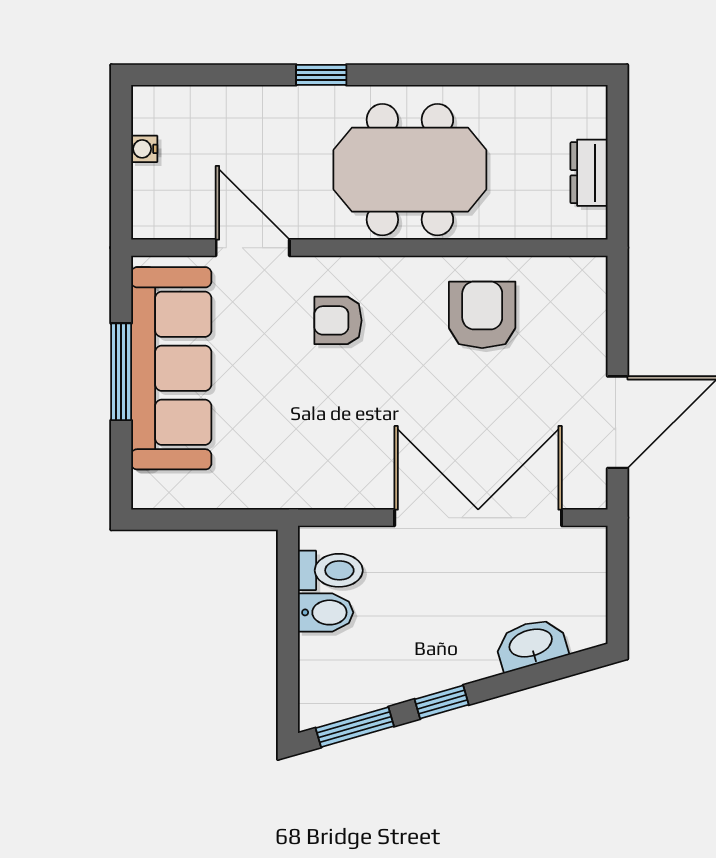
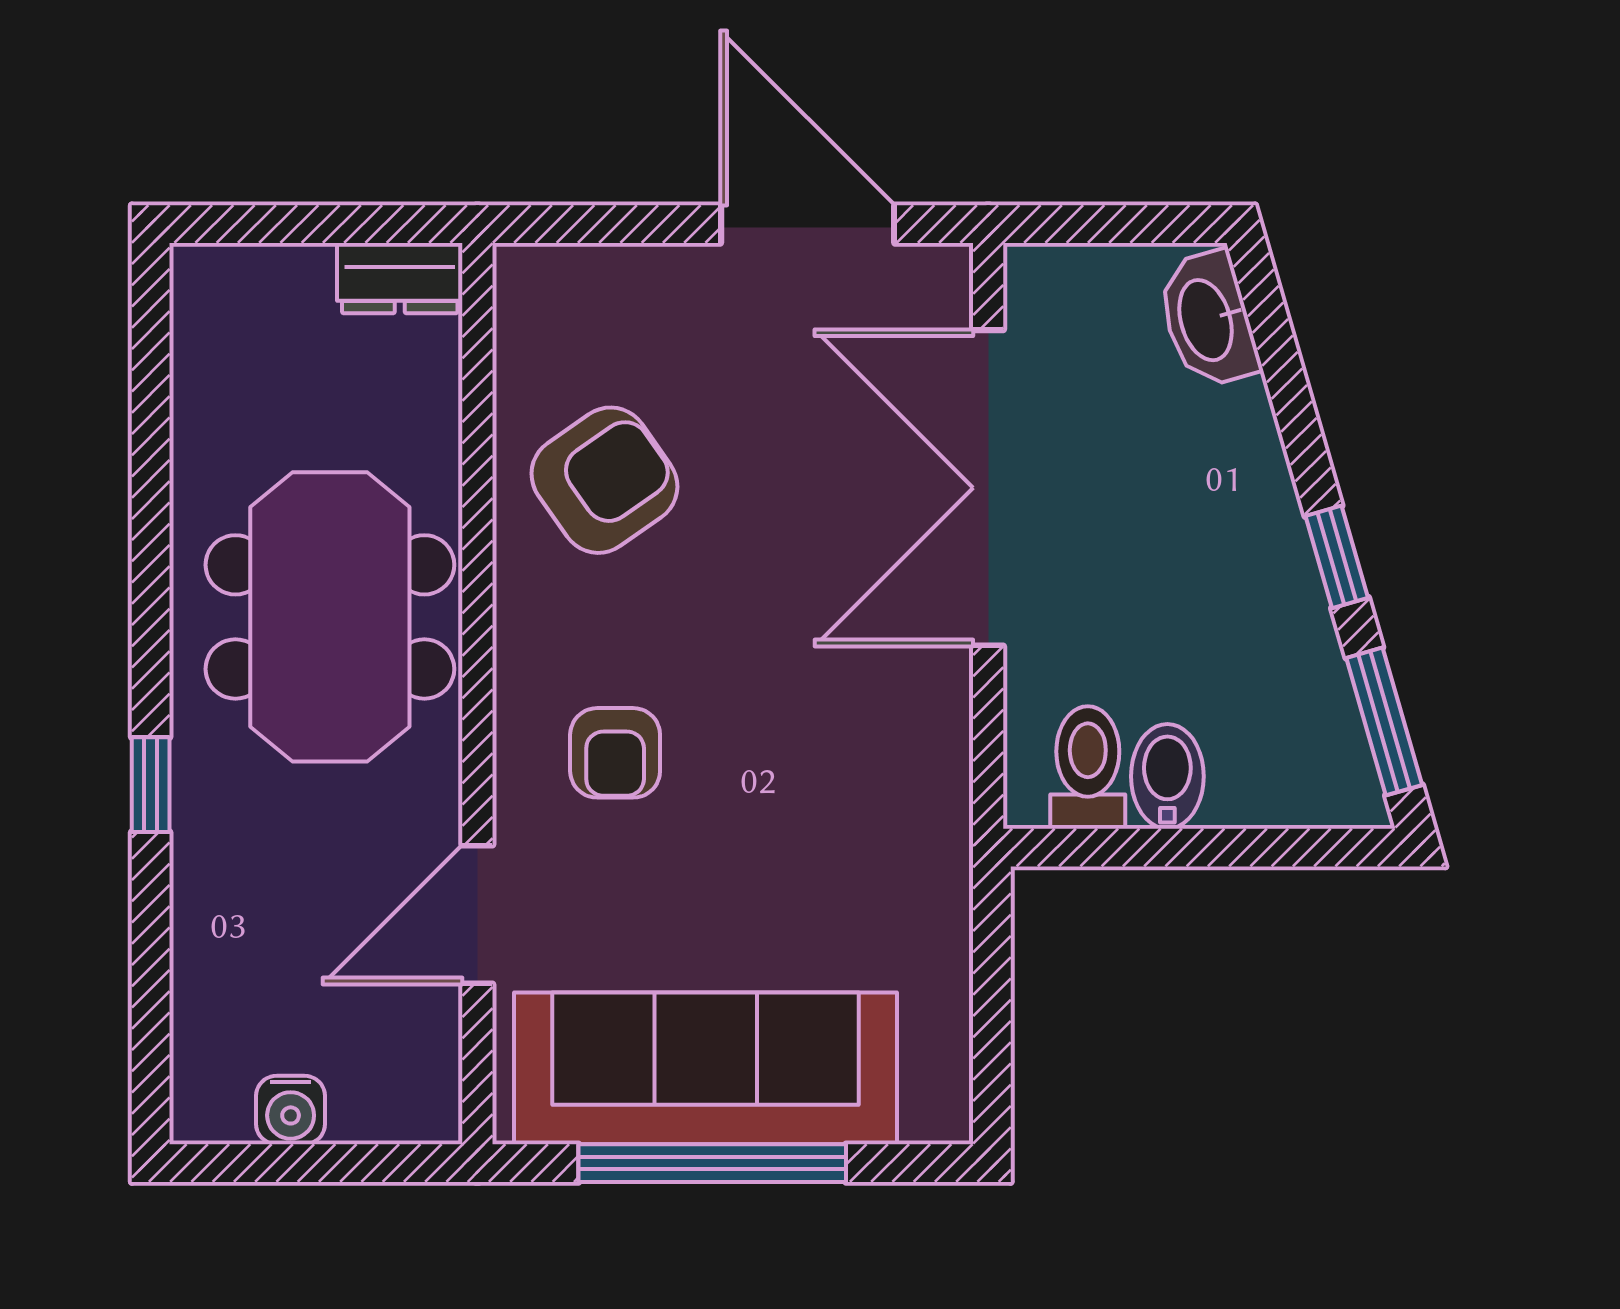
water cooler: (144, 149) -> (291, 1110), width x1.38, depth x1.38
dresser: (589, 173) -> (400, 278), moved
armchair: (482, 315) -> (604, 480), turned 145
window: (121, 372) -> (712, 1163), width x1.46
washbasin: (531, 644) -> (1208, 319), moved

